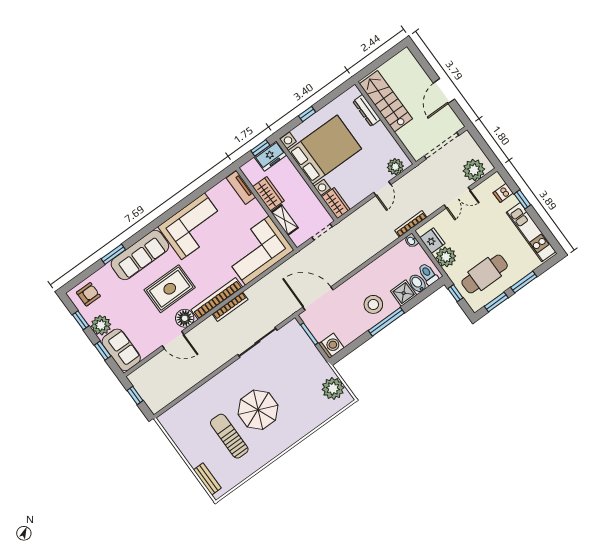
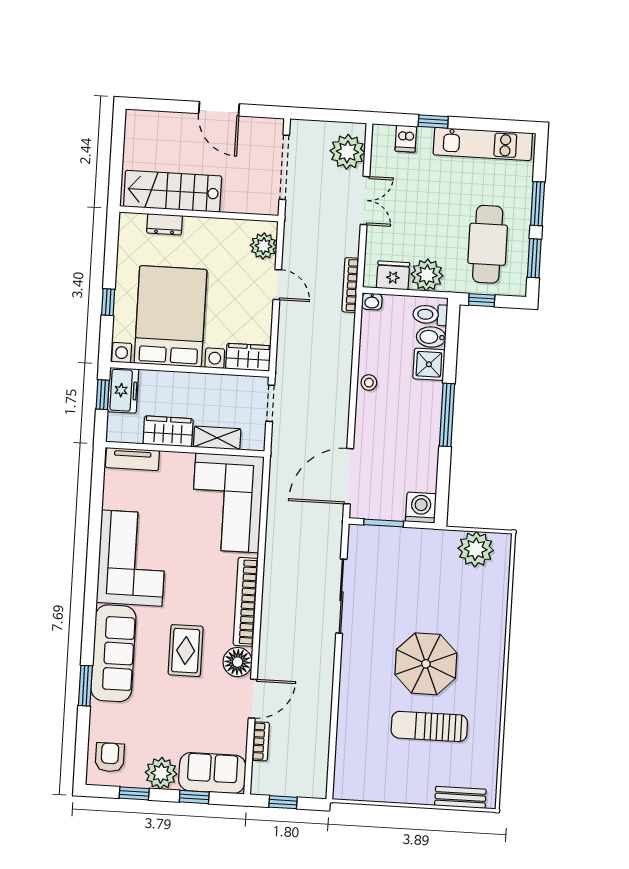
dresser: (367, 110) -> (165, 224), width x0.70
rug: (170, 289) -> (186, 651), width x0.73, depth x0.70
stool: (373, 304) -> (369, 383), moved, width x0.53, depth x0.53
bookcase: (230, 307) -> (261, 741), moved, width x0.64

